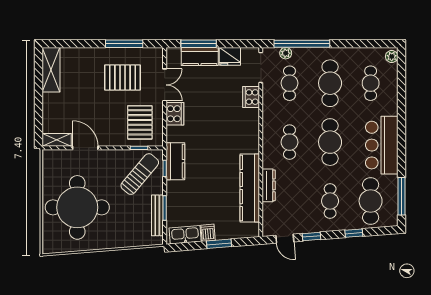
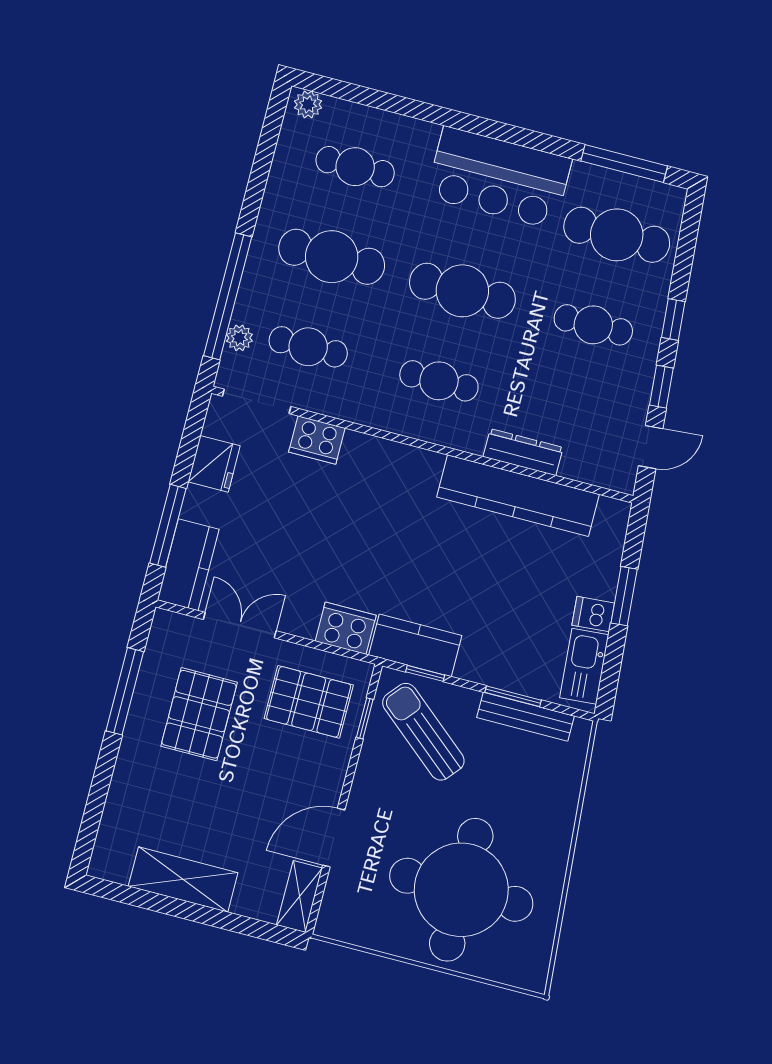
kitchen counter: (200, 56) -> (188, 565), moved
shelving: (51, 70) -> (183, 880), moved
cooker: (175, 114) -> (346, 628), moved
window: (354, 233) -> (673, 320), moved

